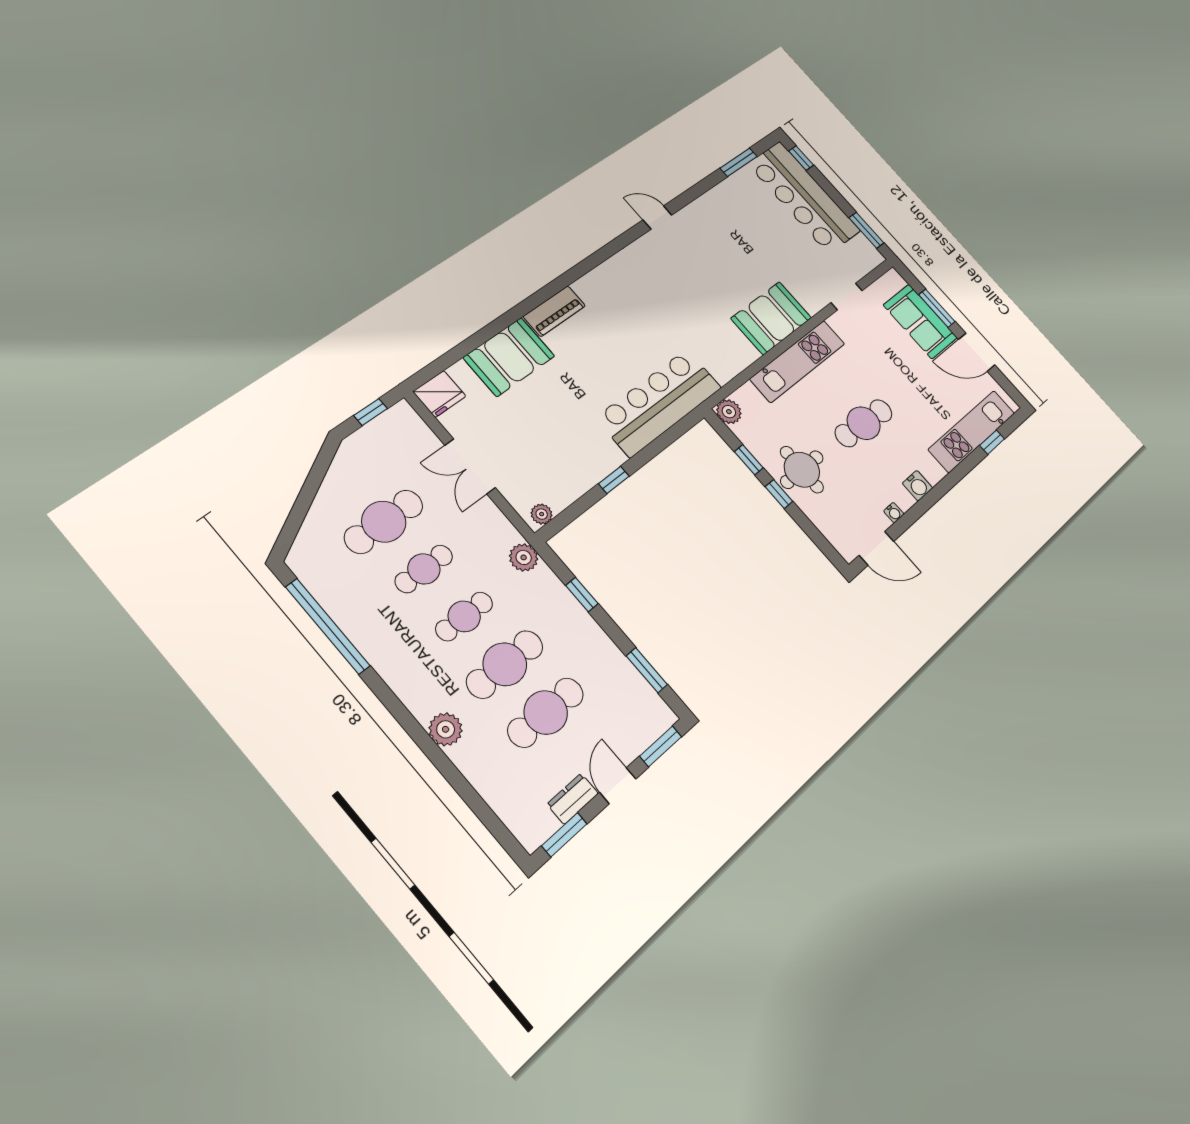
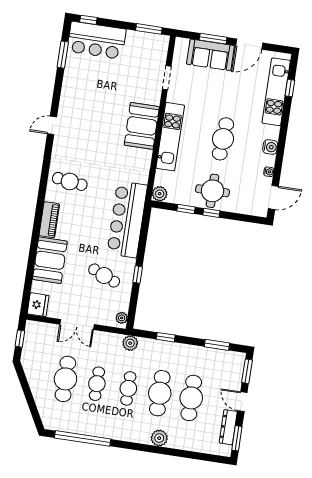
bar counter: (804, 197) -> (97, 40), width x0.73
cafe table: (623, 294) -> (70, 181), added
cafe table: (566, 440) -> (104, 276), added
dresser: (573, 799) -> (228, 427), width x1.44

